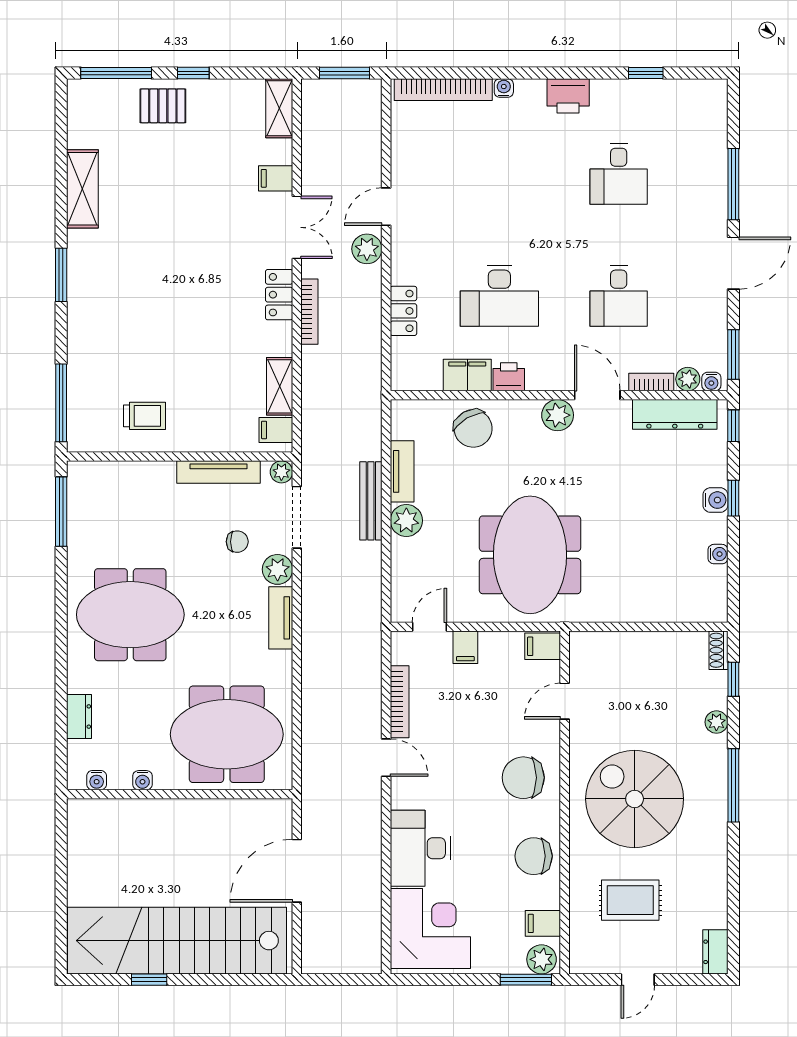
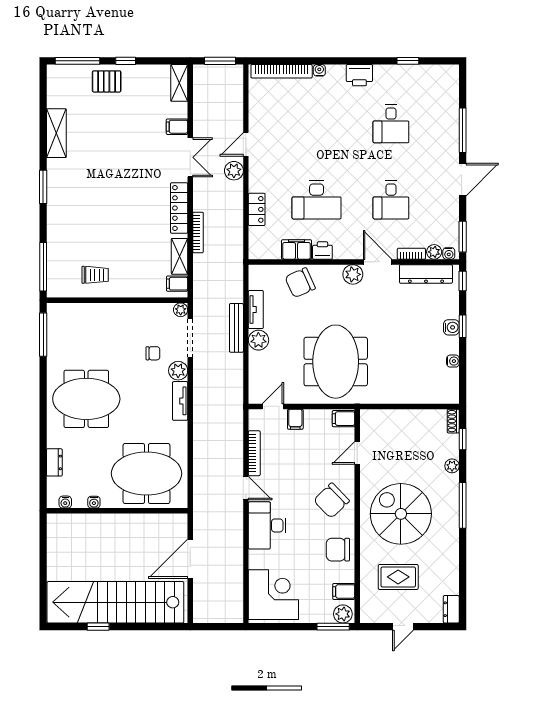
locker: (279, 295) -> (179, 208), width x1.53
bookcase: (309, 312) -> (198, 232), moved
chair: (473, 428) -> (300, 283), turned 96
tv unit: (219, 472) -> (141, 310), removed
chair: (523, 778) -> (331, 501), turned -44
desk: (420, 848) -> (267, 525), moved

